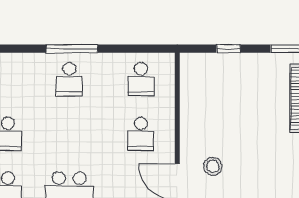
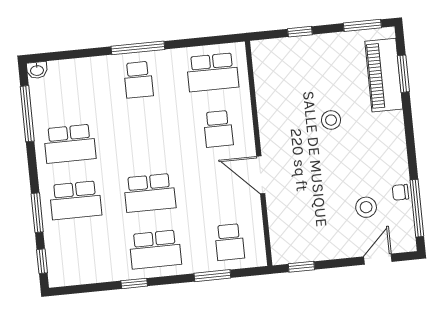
school desk: (141, 79) -> (213, 72), width x1.85
stool: (213, 166) -> (331, 120), moved

